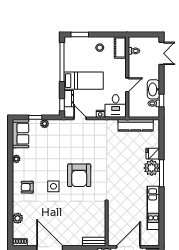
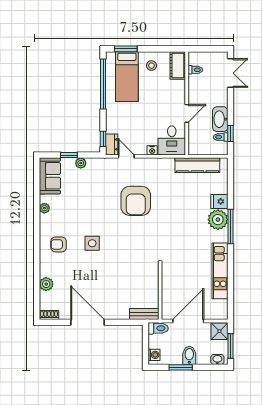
bed: (84, 81) -> (127, 77), moved, turned 90
dresser: (69, 99) -> (112, 144), moved
armchair: (79, 175) -> (136, 201), moved

